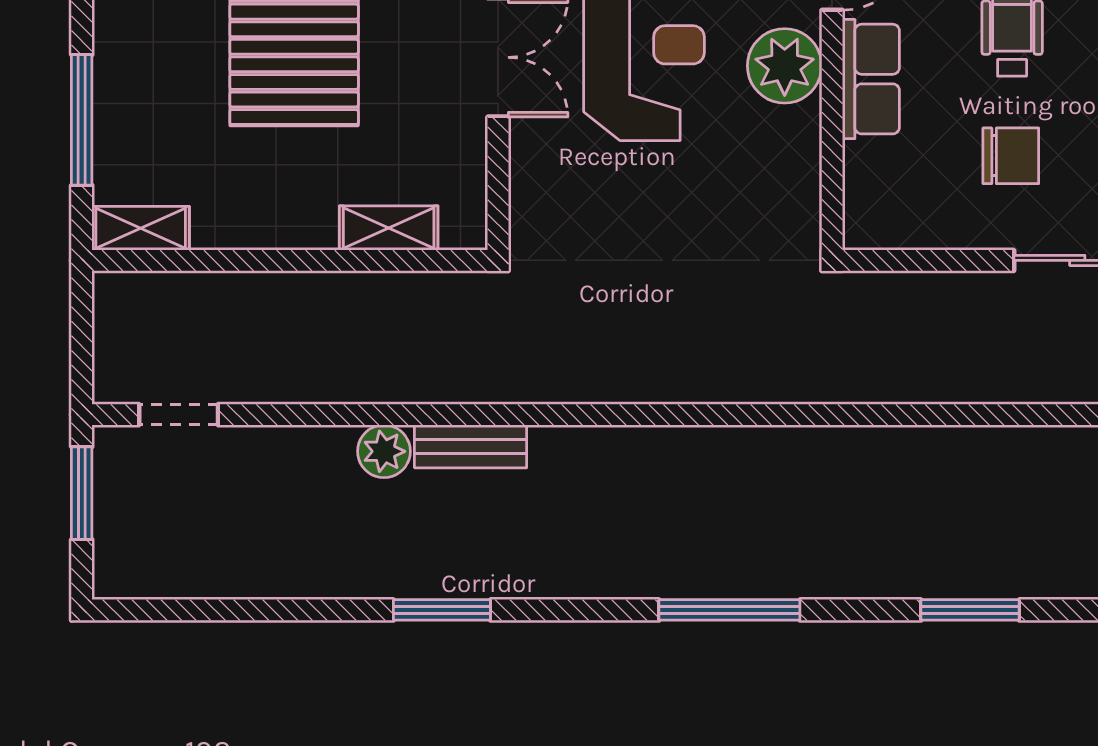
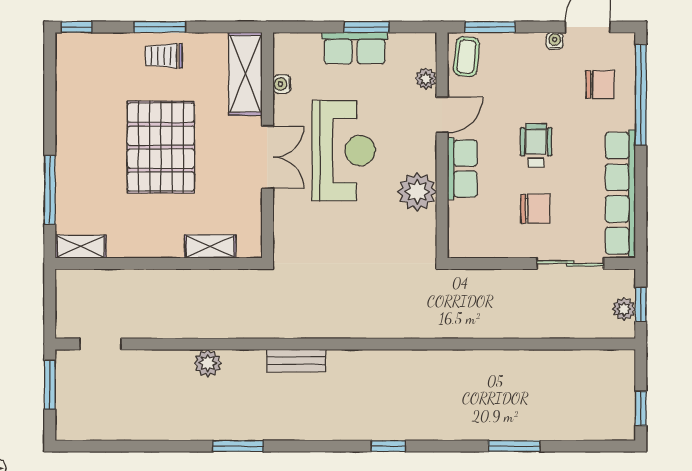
plant: (785, 66) -> (417, 192), moved
bench: (471, 446) -> (296, 361), moved
window: (729, 610) -> (388, 446), width x0.46

